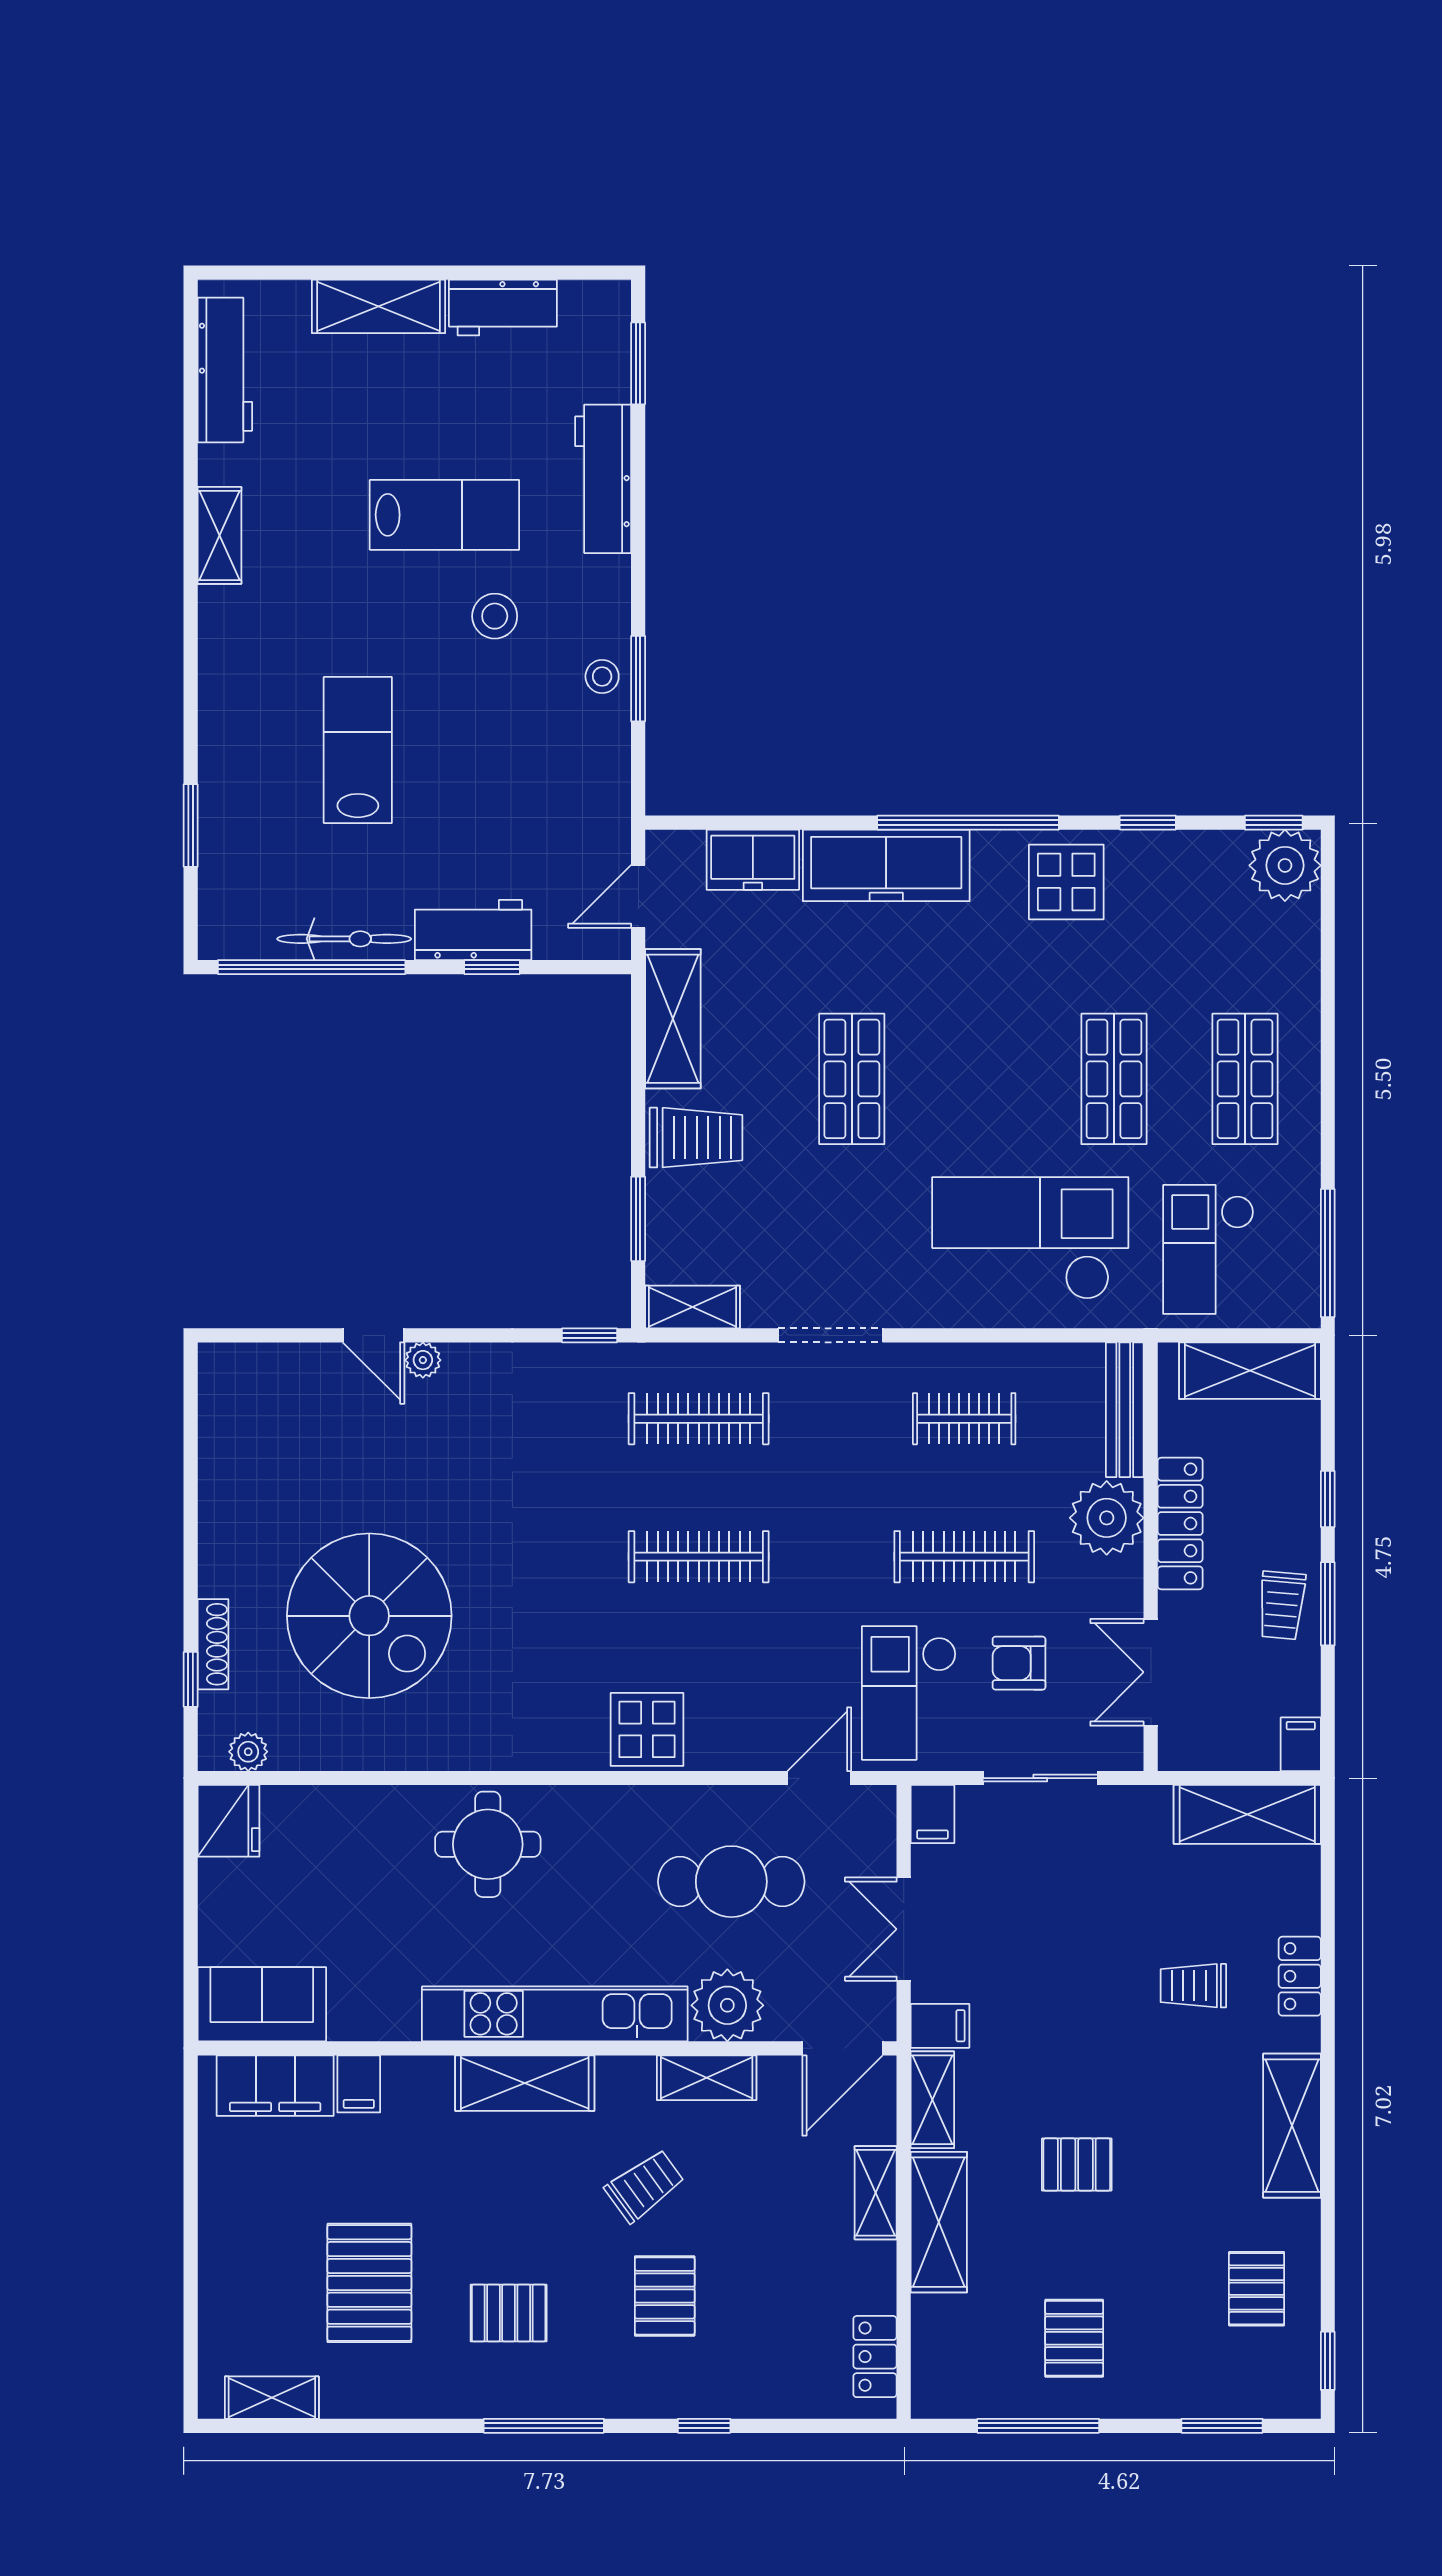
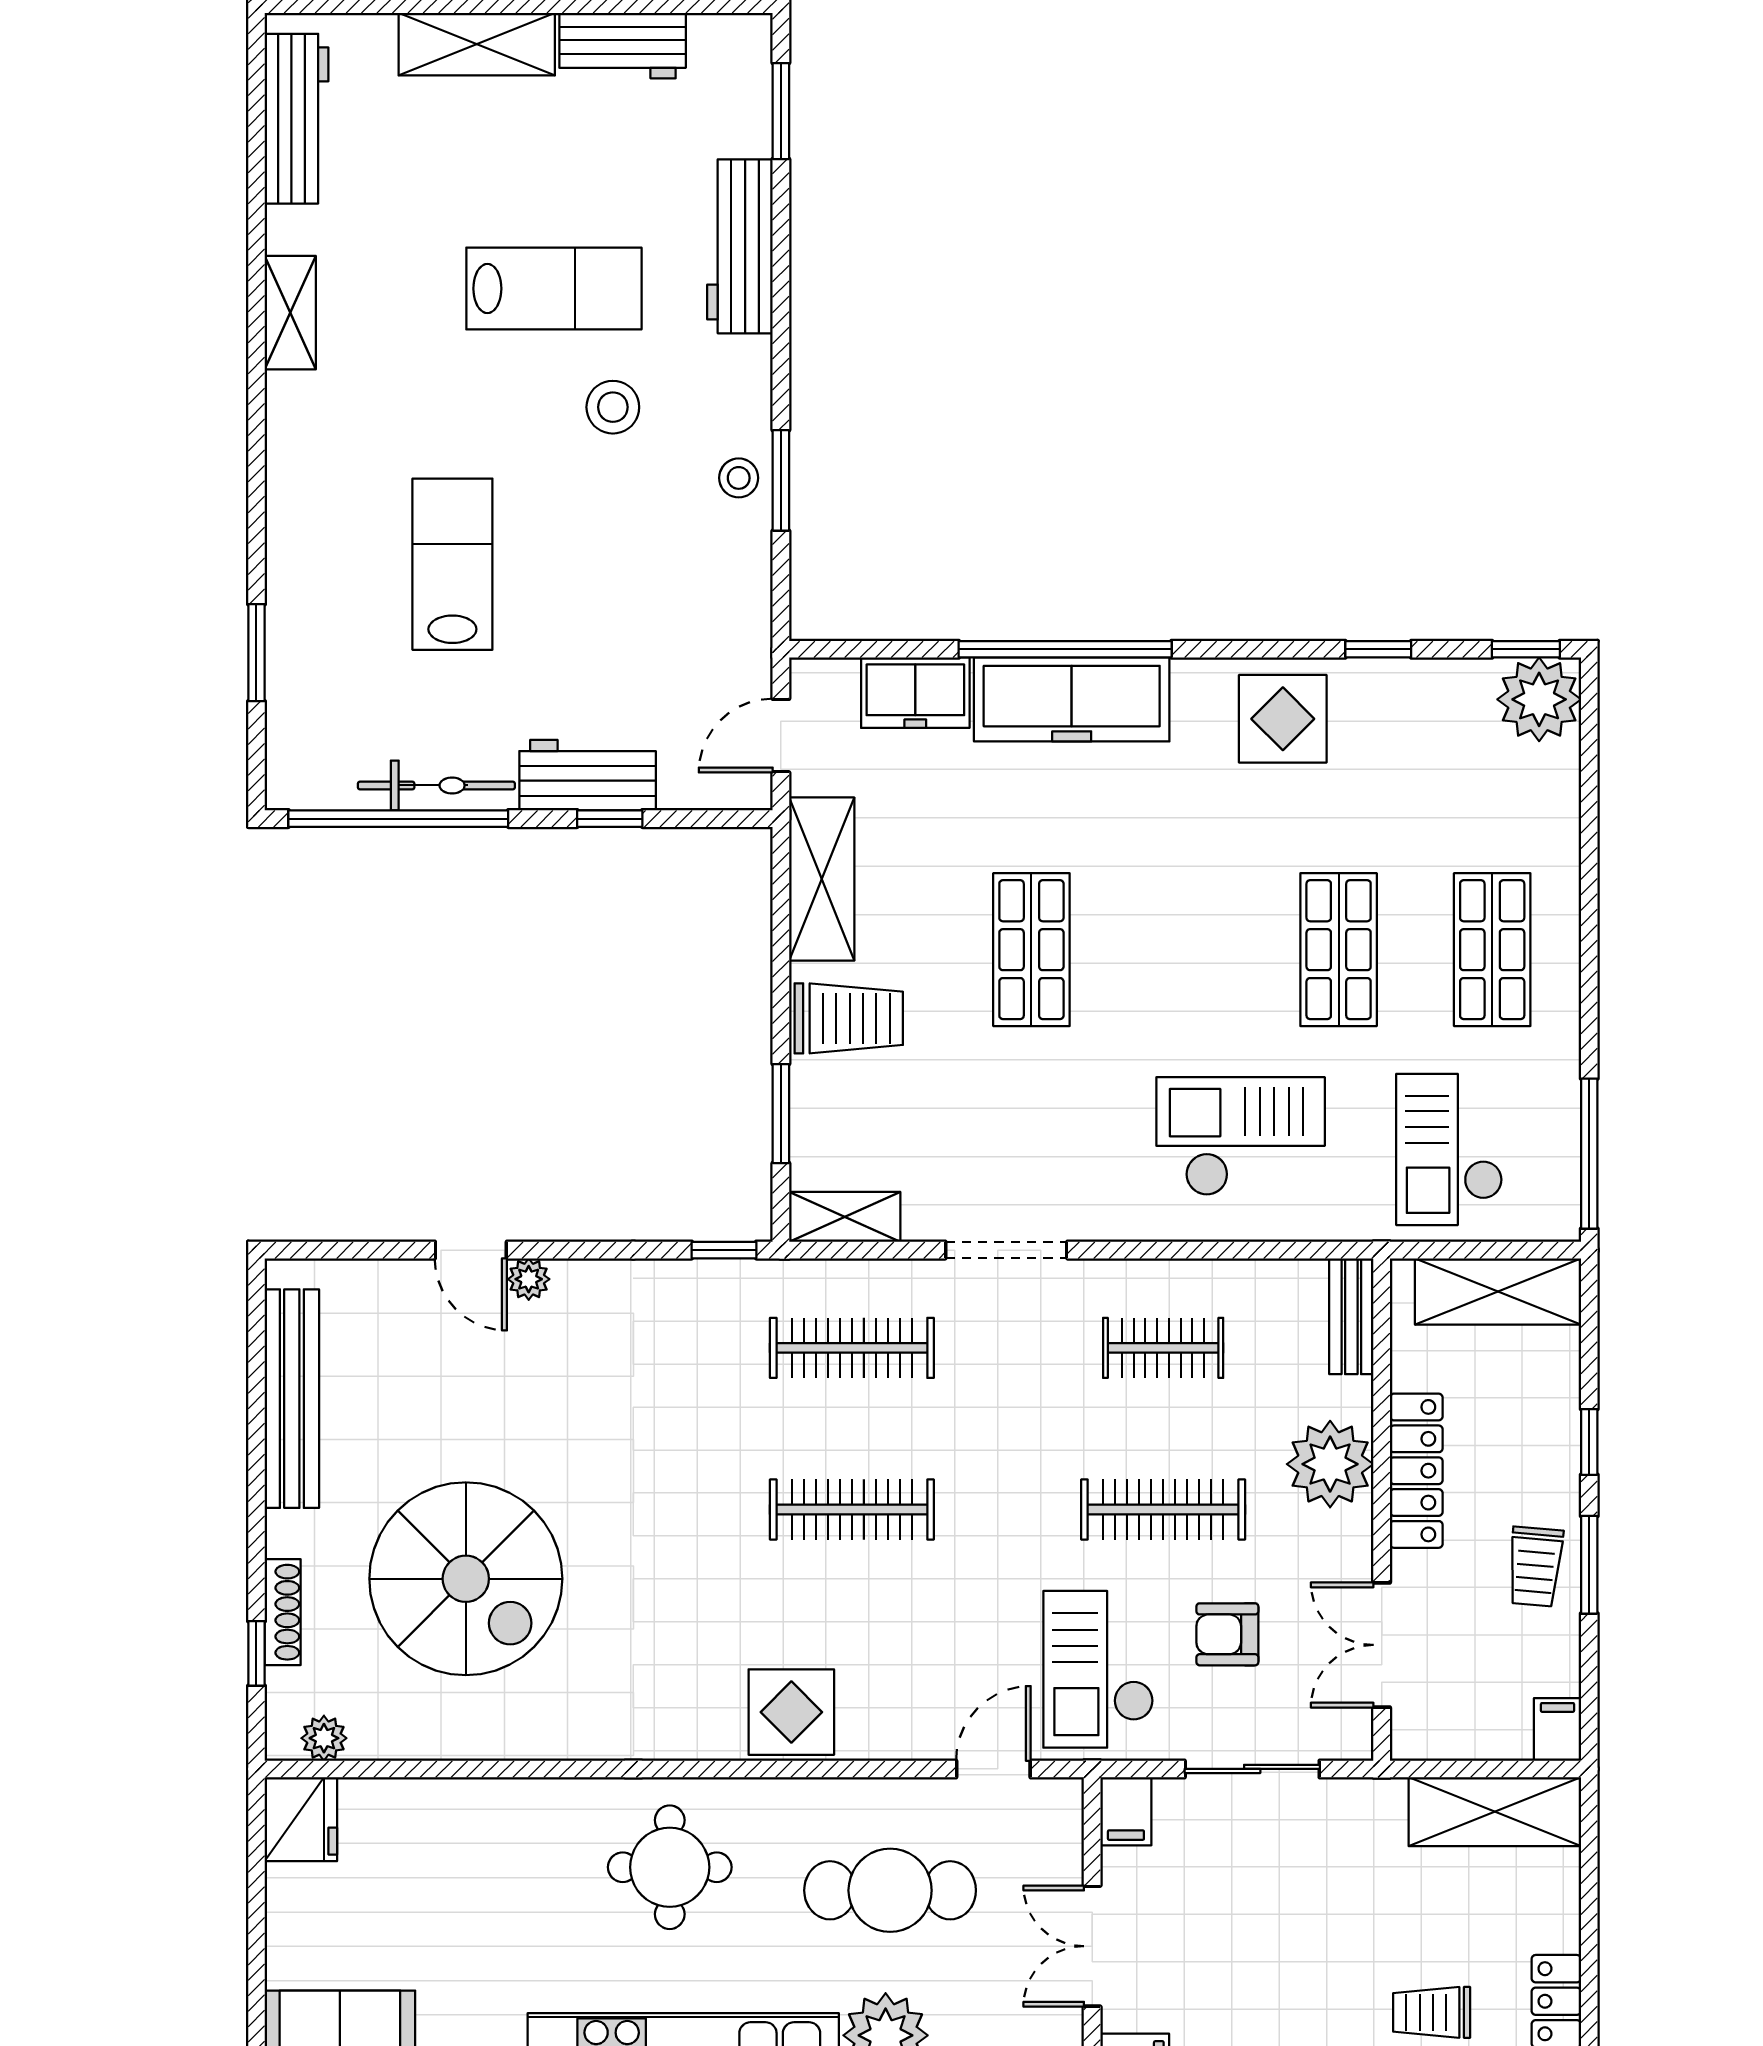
window: (968, 823) -> (1065, 649), moved
checkout: (1030, 1238) -> (1241, 1136), width x0.73, depth x0.83
bench: (1125, 1410) -> (1351, 1316), width x0.73
bench: (221, 1462) -> (292, 1399), added
round table: (488, 1844) -> (670, 1867), moved

